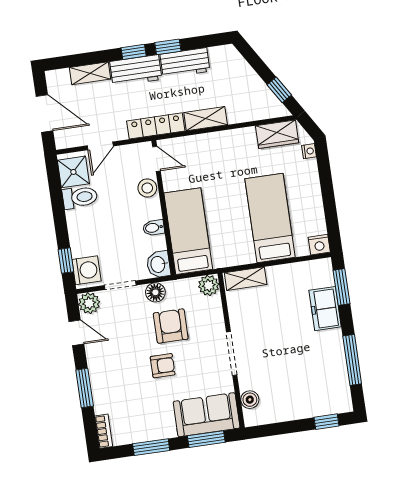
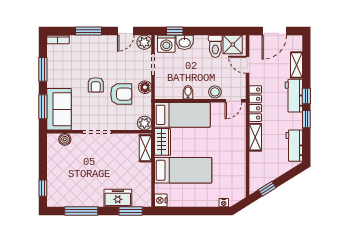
workbench: (185, 63) -> (294, 146), moved
wardrobe: (277, 134) -> (163, 142), moved, turned 180
washbasin: (158, 264) -> (185, 42), moved, turned 180

